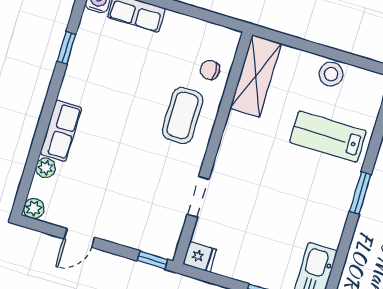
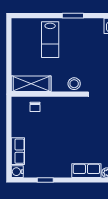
stool: (331, 74) -> (74, 84), moved
coffee table: (183, 115) -> (61, 114), removed

